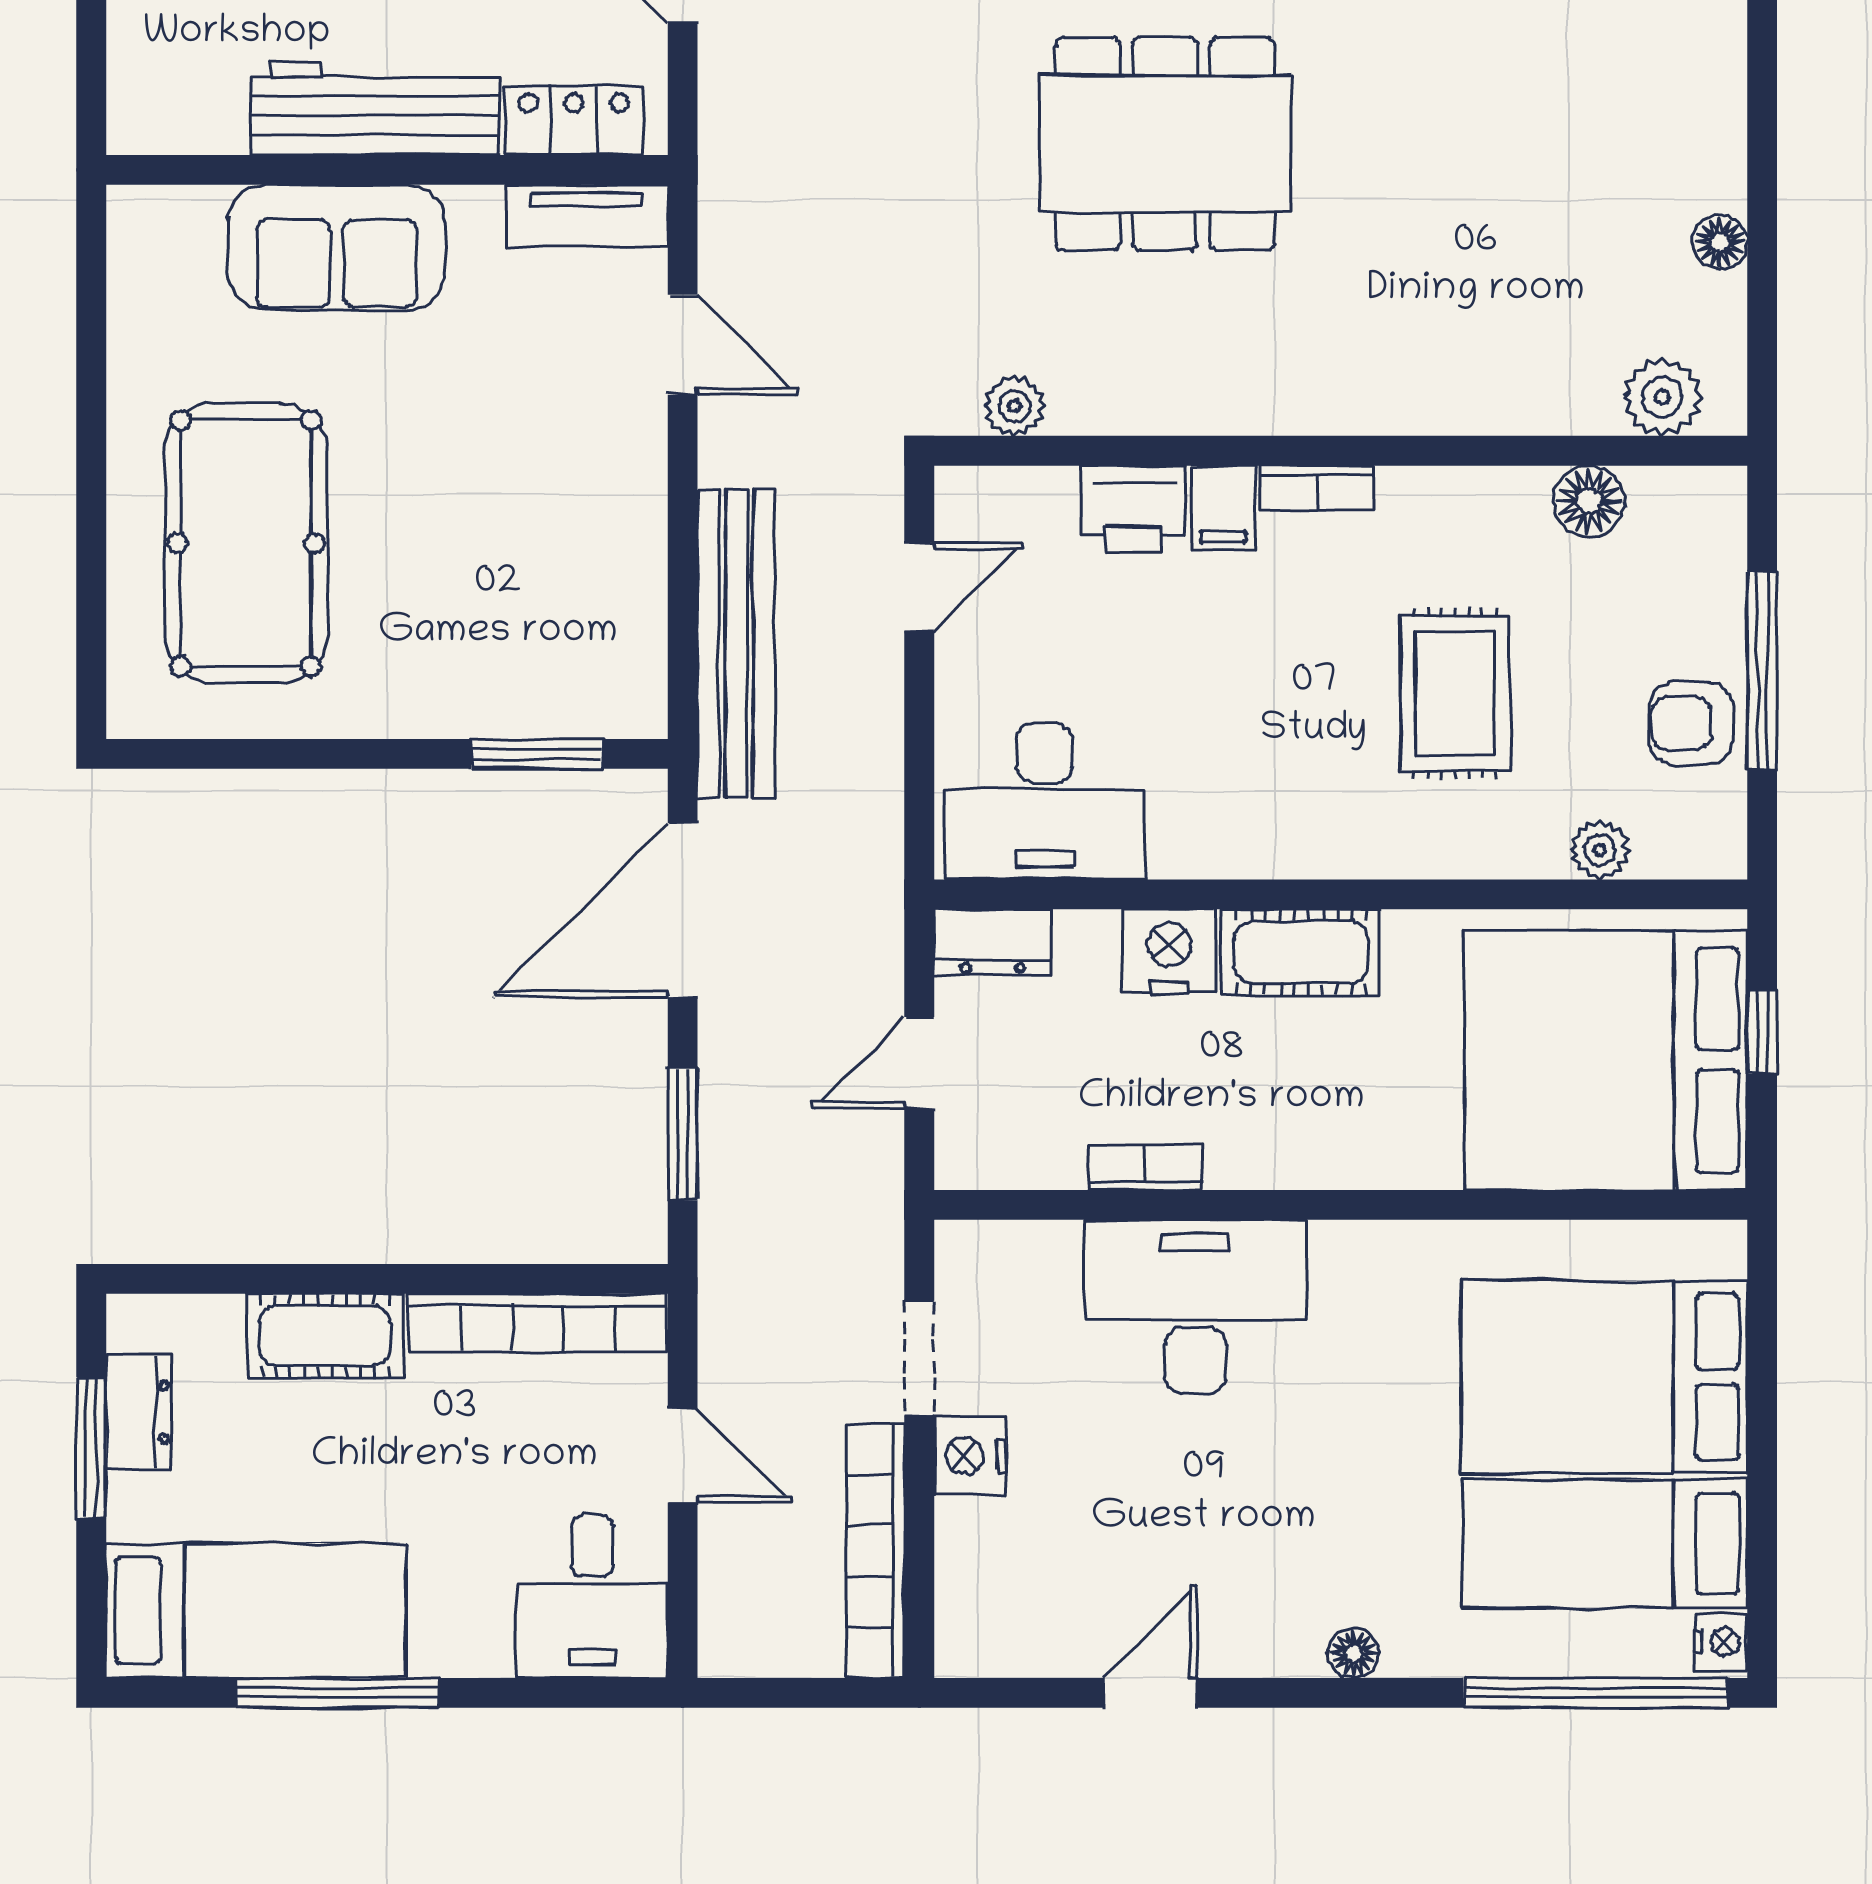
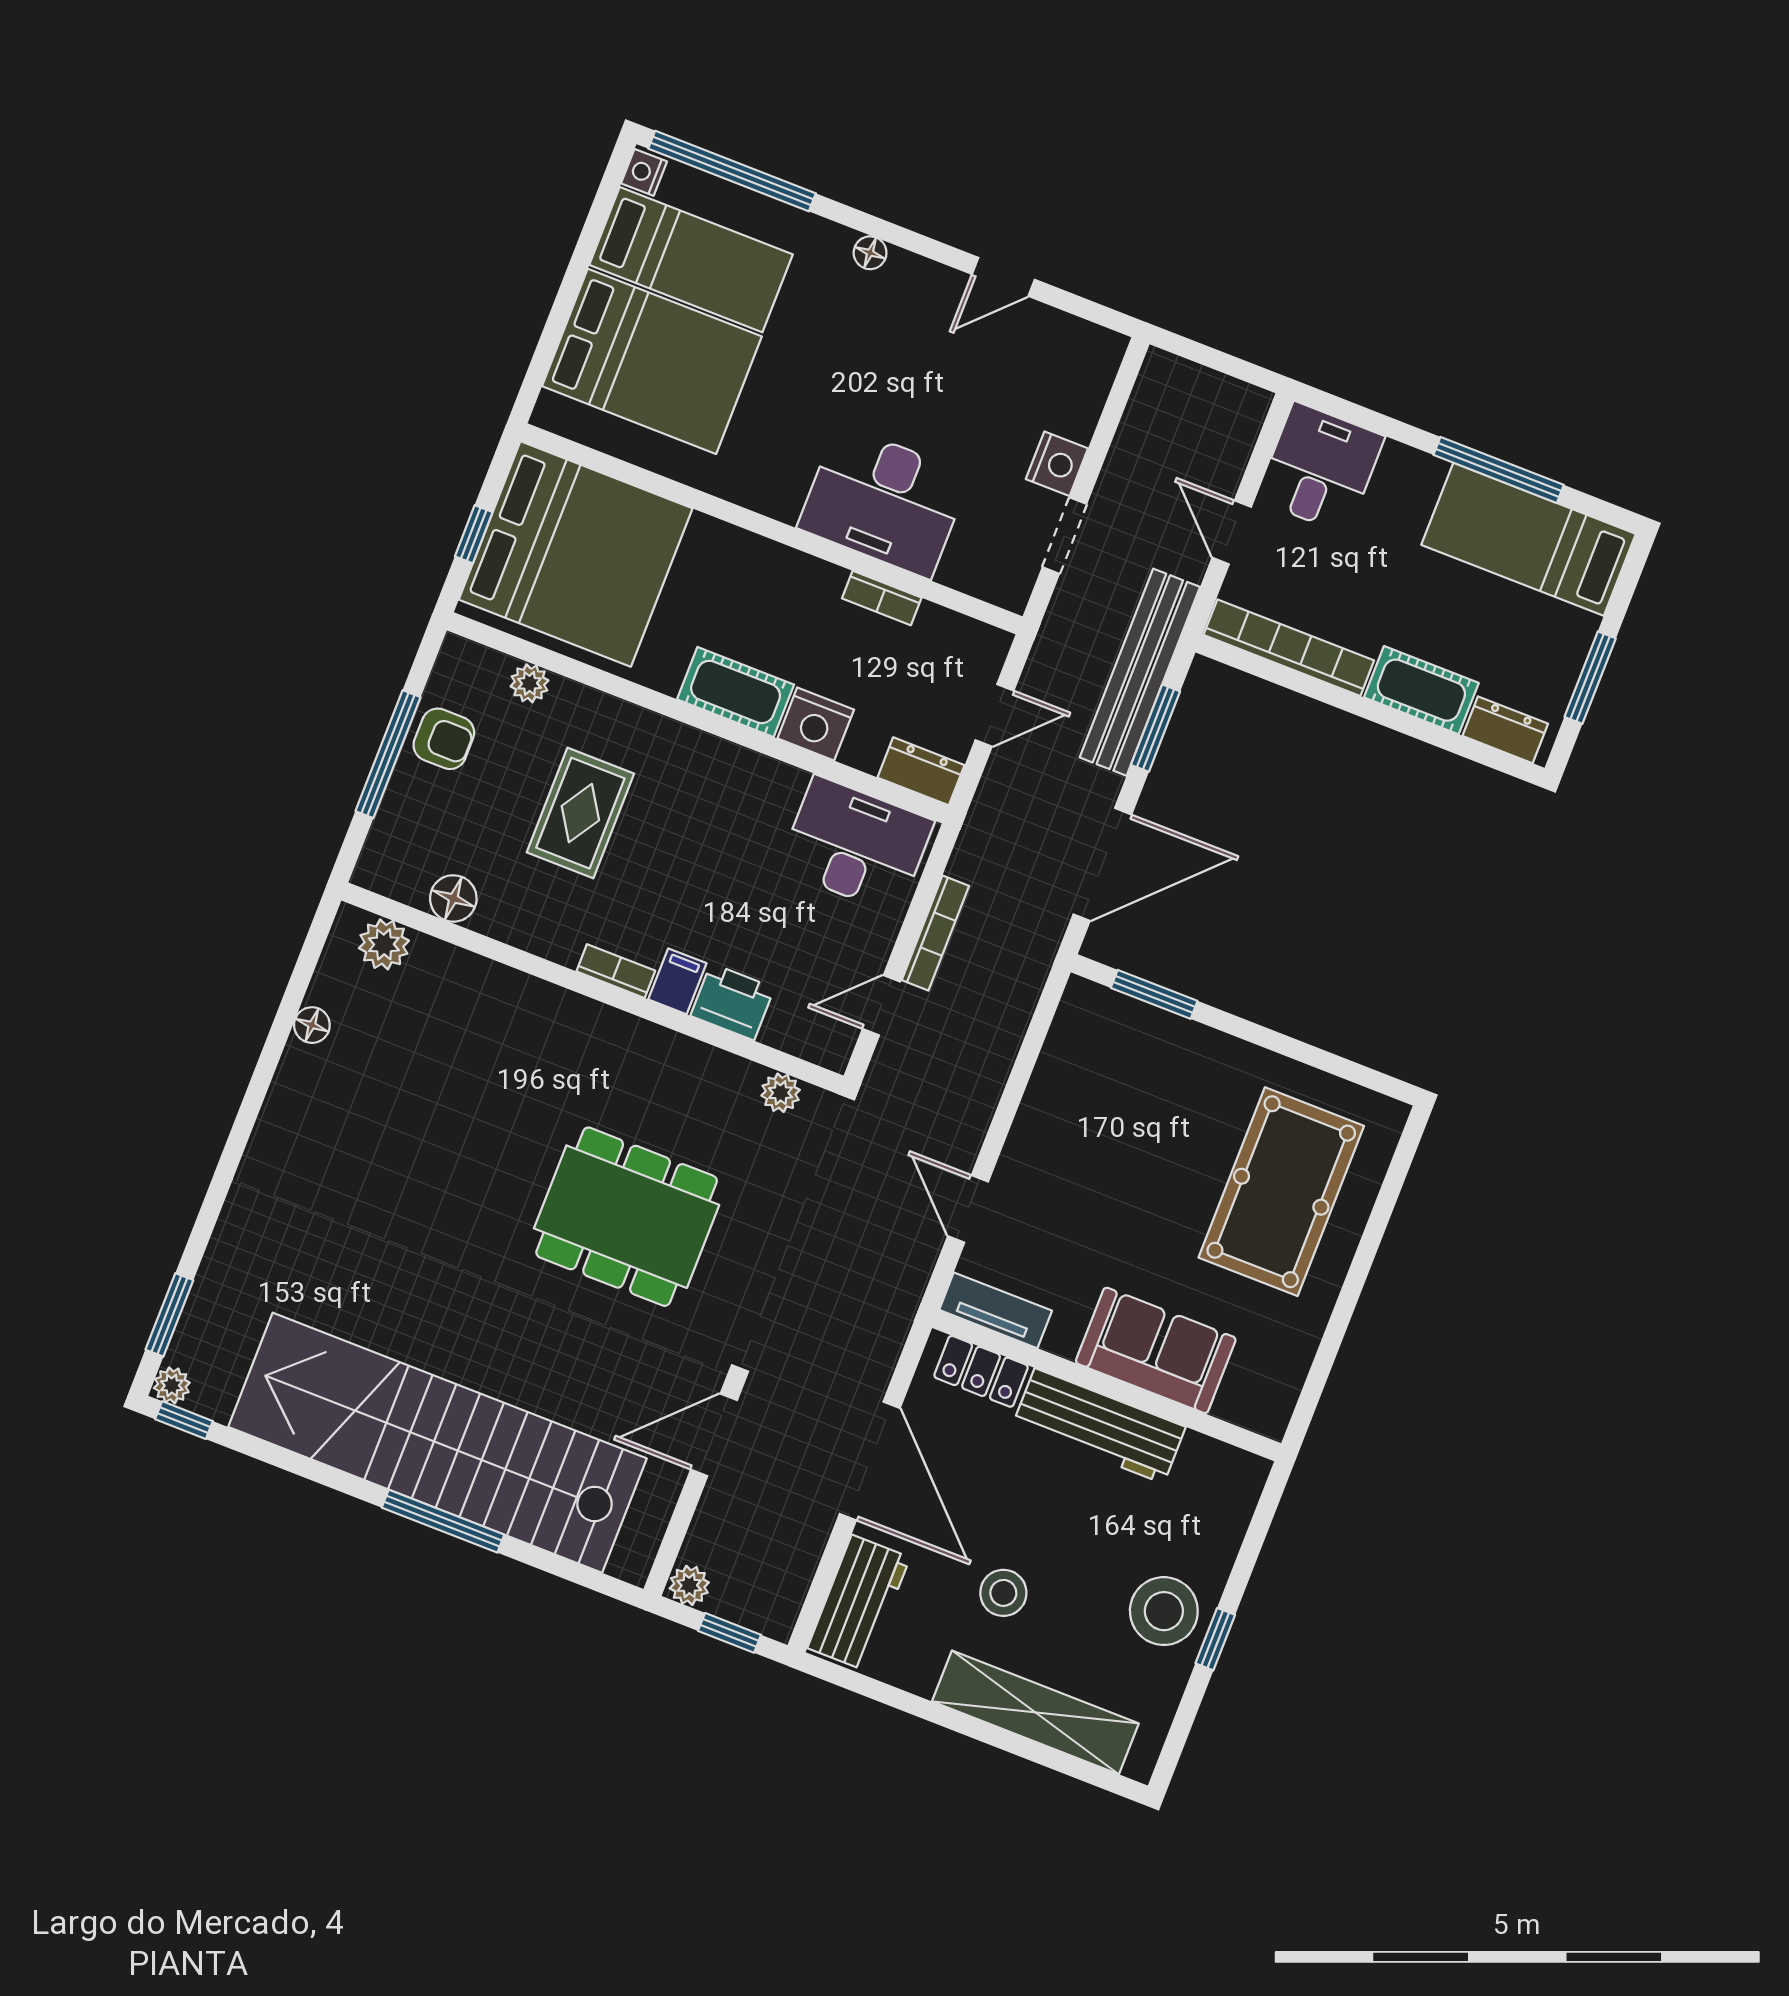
bench: (736, 644) -> (1140, 672), moved
dresser: (139, 1412) -> (1505, 730), moved, turned 90
bookcase: (876, 1551) -> (935, 933), moved, width x0.68, depth x0.76

